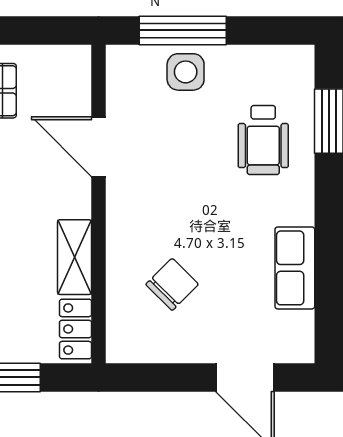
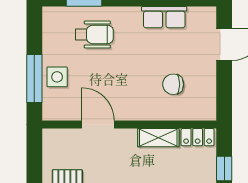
door: (99, 147) -> (98, 124), swing flipped
chair: (172, 284) -> (173, 84), turned -45

